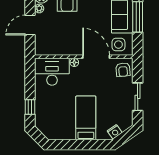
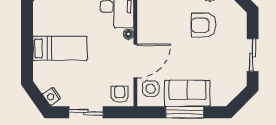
armchair: (123, 70) -> (120, 94), turned 95
nightstand: (115, 132) -> (52, 96), moved

